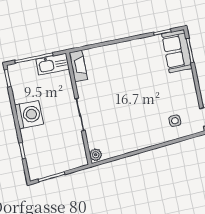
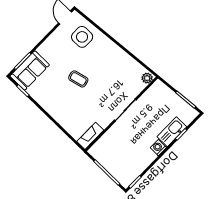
kitchen sink: (53, 64) -> (172, 132), moved, turned -90
coffee table: (138, 91) -> (78, 79), added
washing machine: (29, 115) -> (158, 148), width x0.53, depth x0.53
side table: (175, 121) -> (82, 37), width x1.87, depth x1.87

